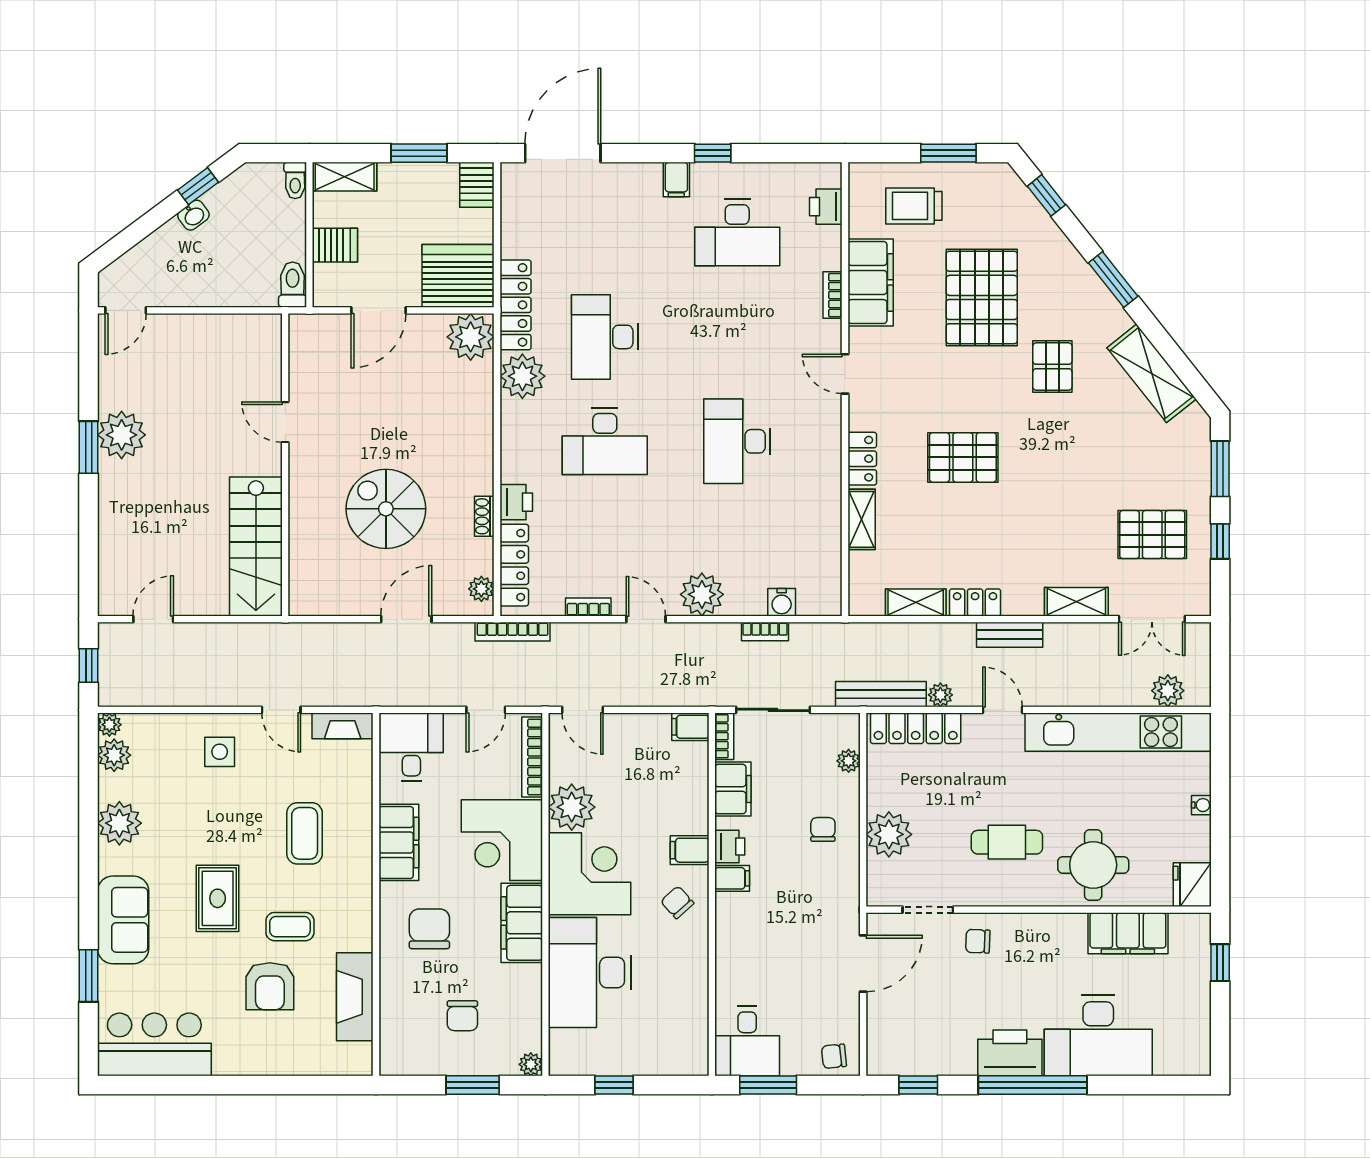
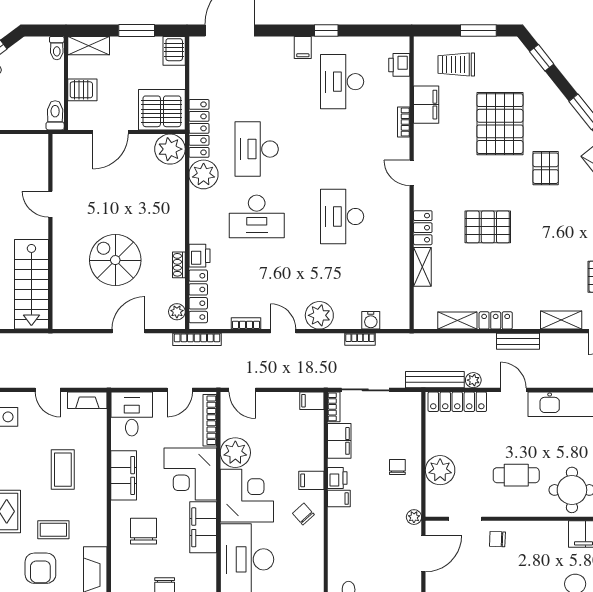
desk: (737, 232) -> (342, 82), turned 90
filing cabinet: (871, 282) -> (426, 105), width x0.67, depth x0.86
plant: (849, 761) -> (414, 517), moved

